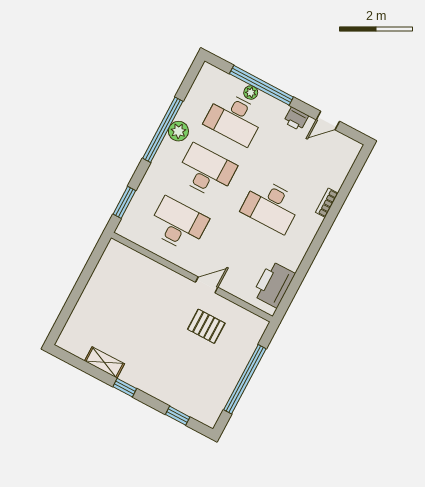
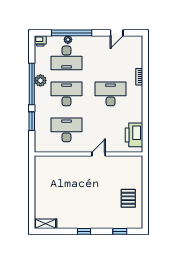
printer: (296, 119) -> (40, 41), moved
window: (124, 202) -> (32, 121), moved
desk: (271, 206) -> (111, 94), turned 180
pallet: (206, 326) -> (128, 198), moved, turned 90
shelving: (104, 362) -> (46, 224), moved
window: (245, 379) -> (145, 193), removed

